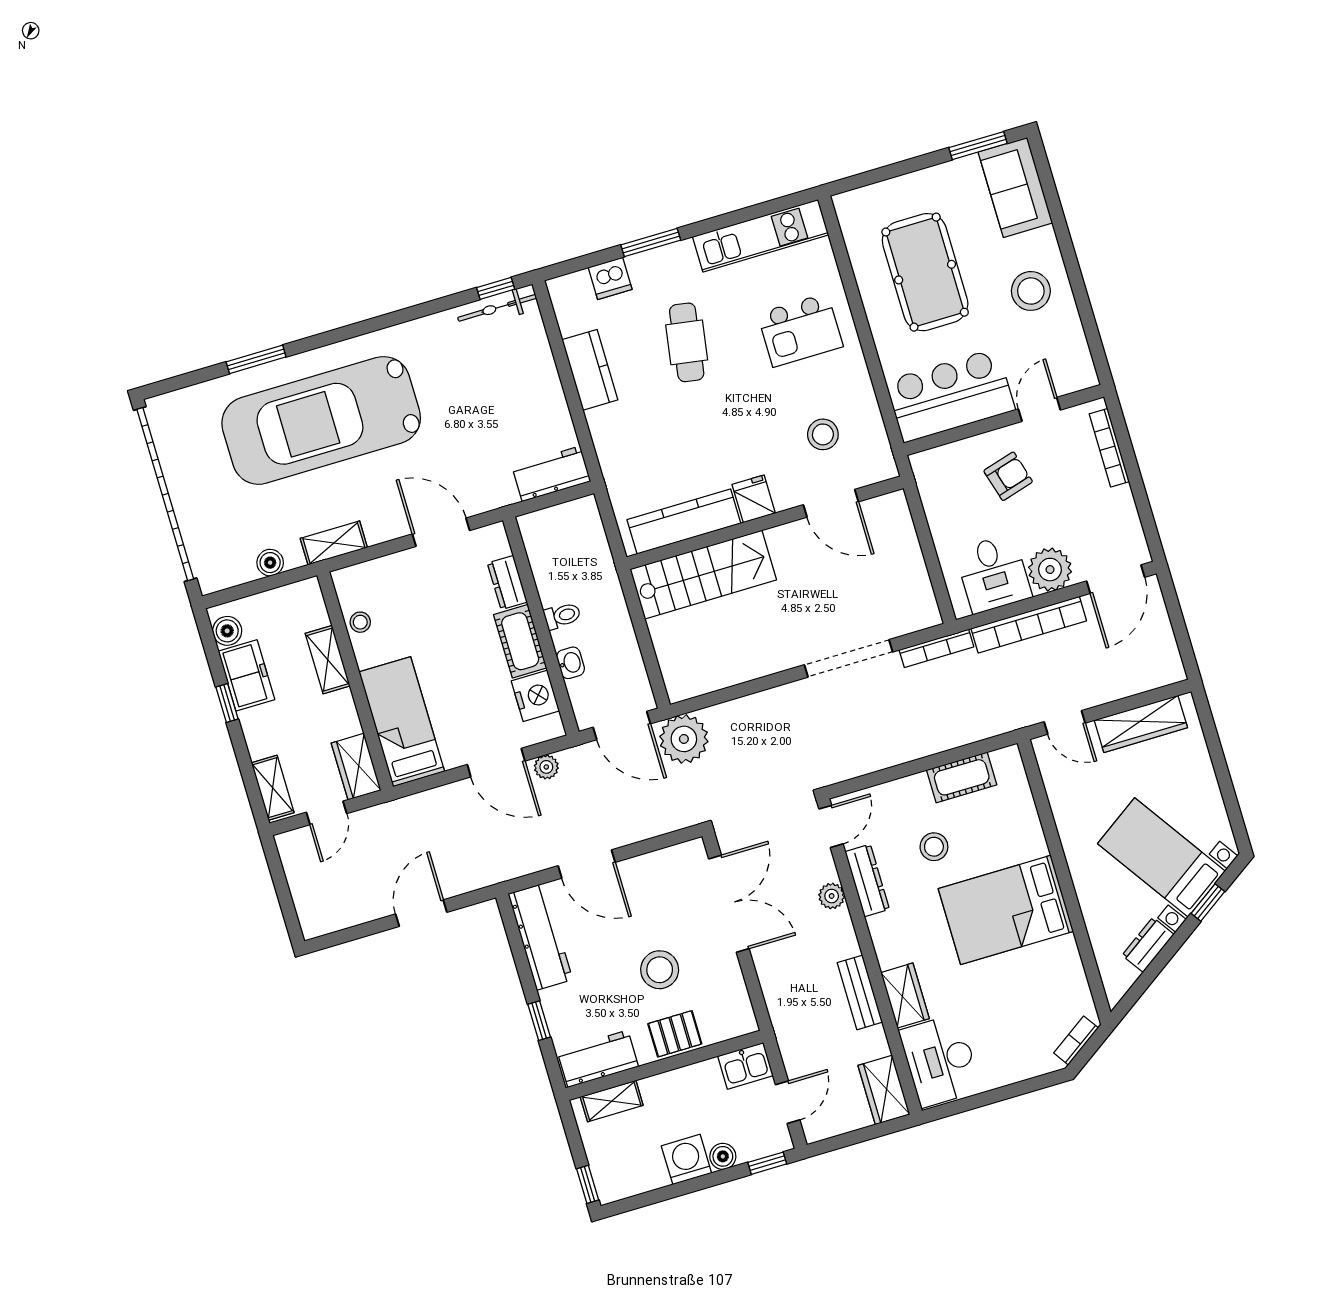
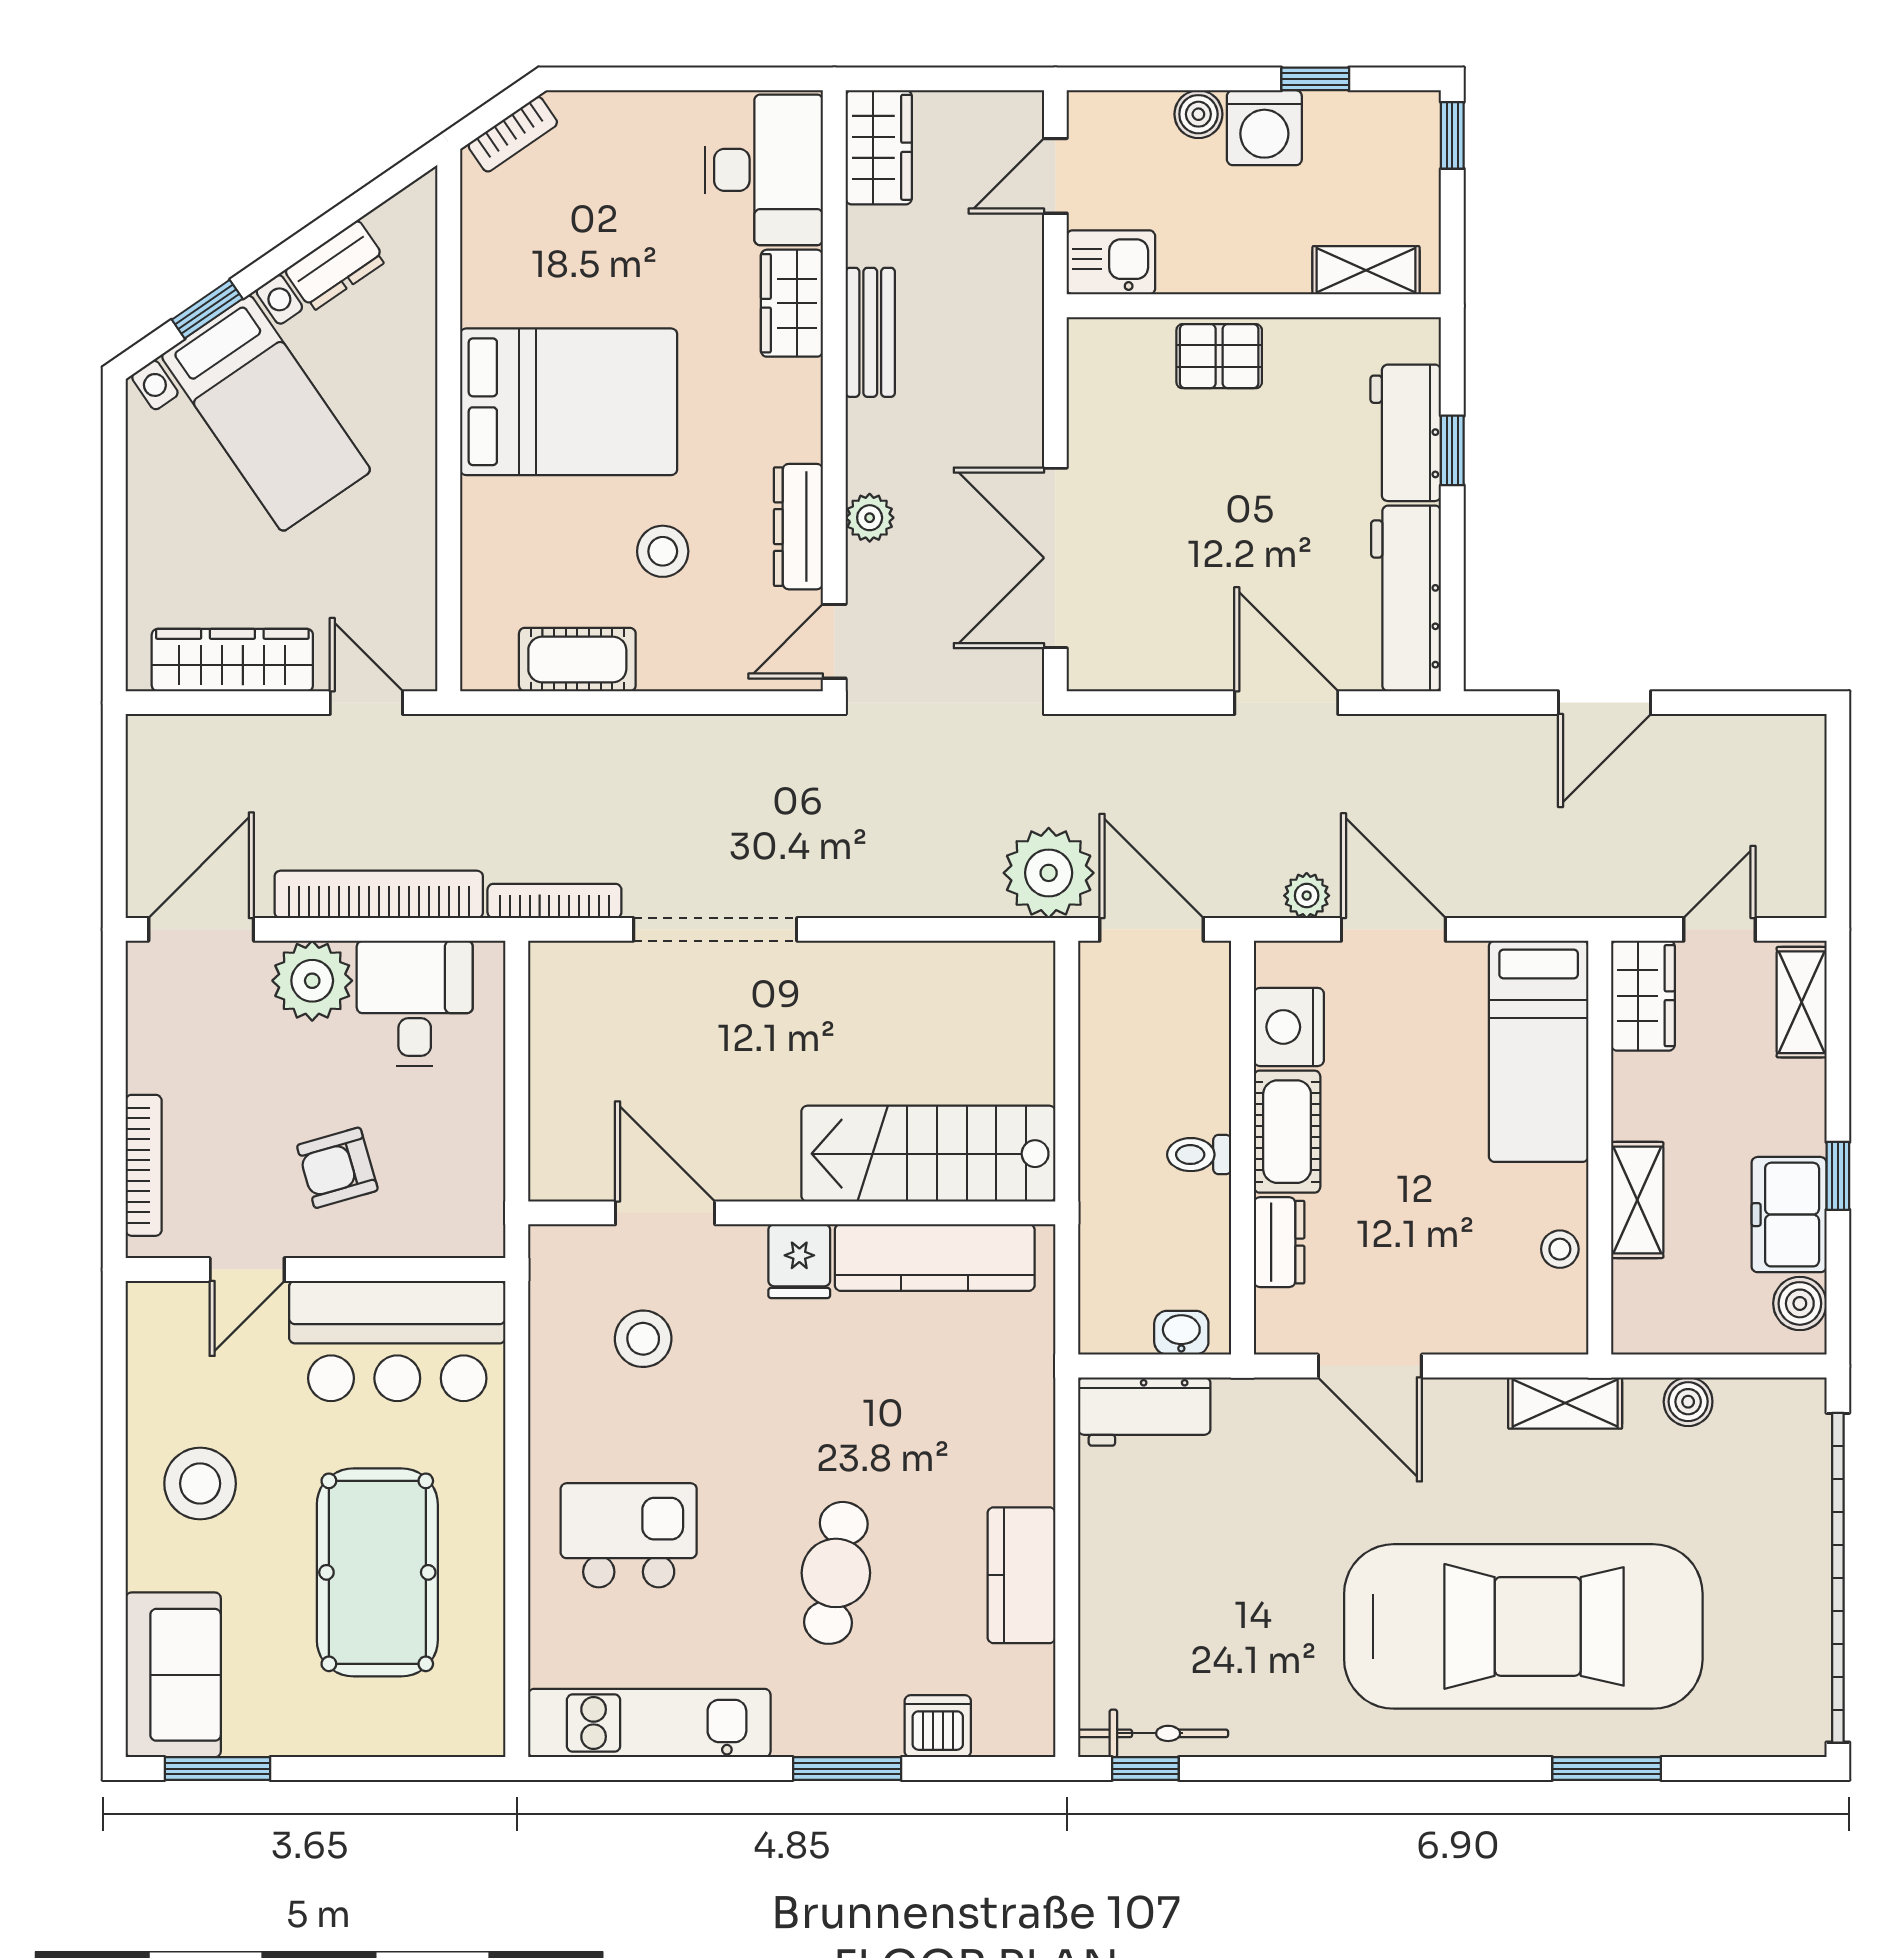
washbasin: (571, 663) -> (1181, 1333), moved, turned 90
stool: (660, 970) -> (1212, 477), removed
workbench: (598, 1059) -> (1406, 433), moved, turned 90
window: (767, 1163) -> (1315, 79), moved

